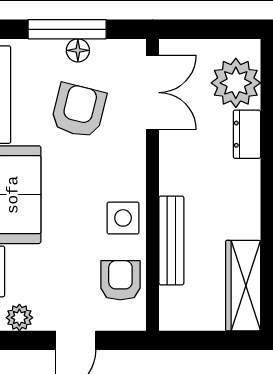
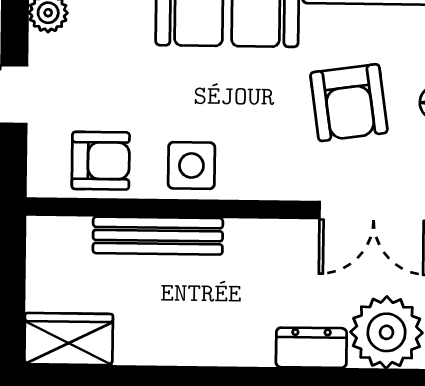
armchair: (79, 111) -> (349, 103), turned 68
wardrobe: (243, 286) -> (69, 339), width x0.67

